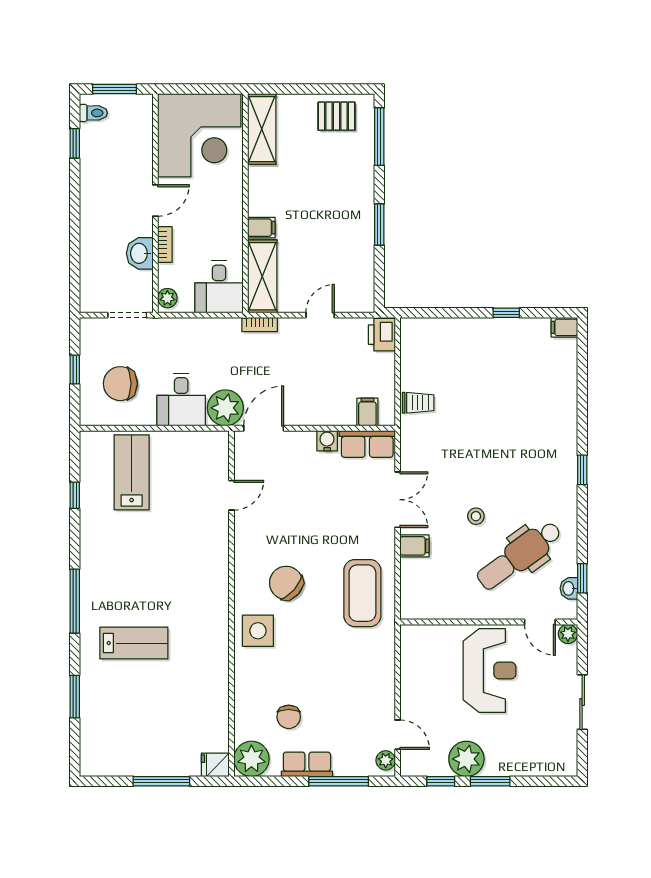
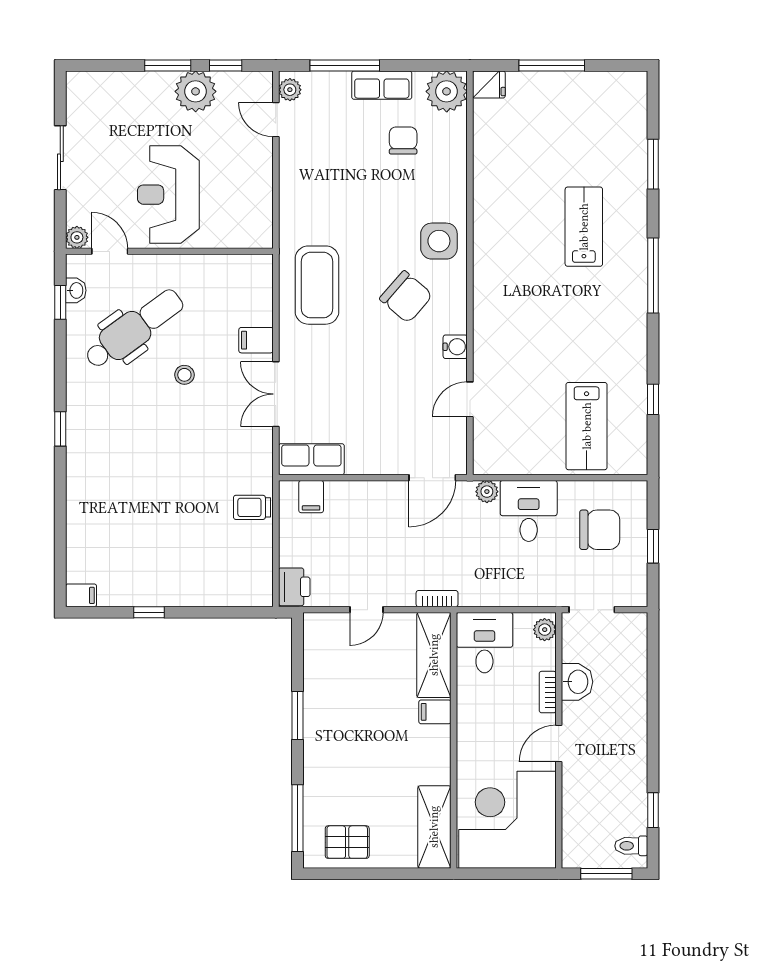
plant: (225, 408) -> (487, 492), width x0.53, depth x0.53
water cooler: (327, 441) -> (455, 347), moved, turned -90
lab bench: (134, 643) -> (584, 227), turned 90

